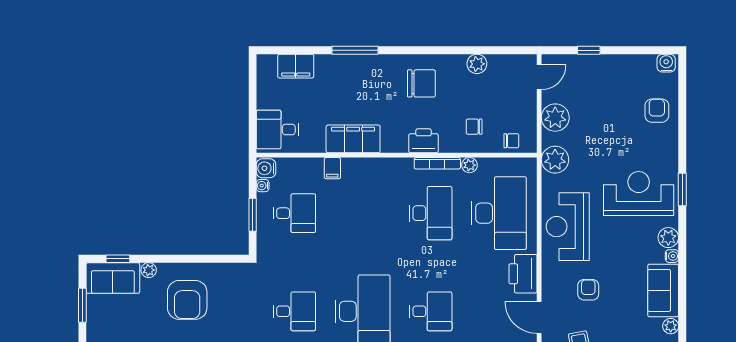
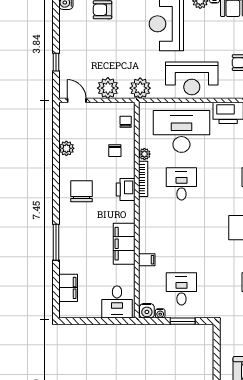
desk: (431, 213) -> (181, 184), width x0.73

